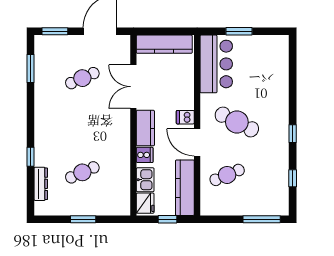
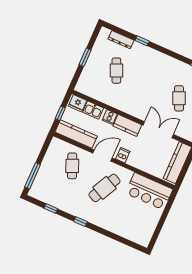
window: (239, 31) -> (164, 216), removed

